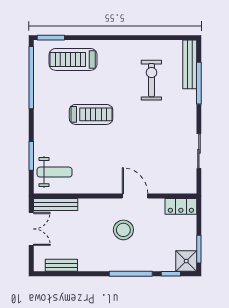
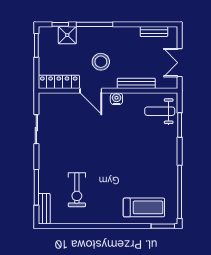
bench: (190, 64) -> (44, 209), width x0.73
treadmill: (91, 114) -> (128, 160), removed
water cooler: (105, 187) -> (116, 99), added
bench: (56, 205) -> (136, 83), moved
locker: (181, 206) -> (59, 82), width x1.53
shower: (186, 261) -> (67, 35), moved

